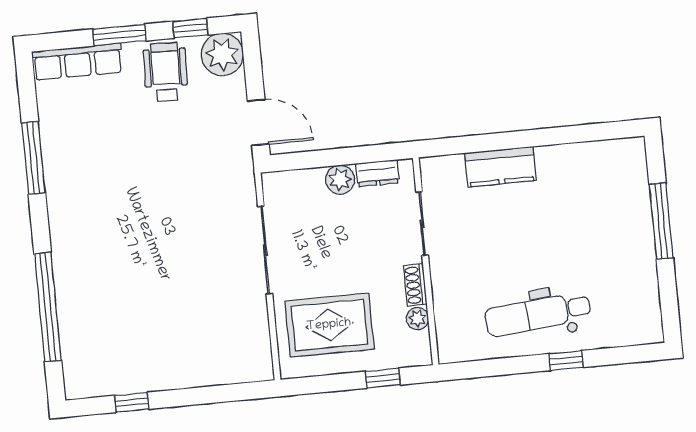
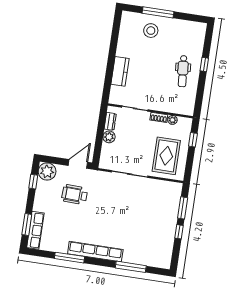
window: (119, 35) -> (27, 224), moved
wheelchair: (166, 72) -> (75, 195), moved
row of seats: (63, 215) -> (95, 252), added
stool: (614, 215) -> (151, 31), added
window: (48, 307) -> (131, 267), width x0.68
dental chair: (538, 314) -> (183, 71), width x0.73, depth x0.72
window: (217, 394) -> (183, 208), added
window: (132, 402) -> (179, 232), moved

